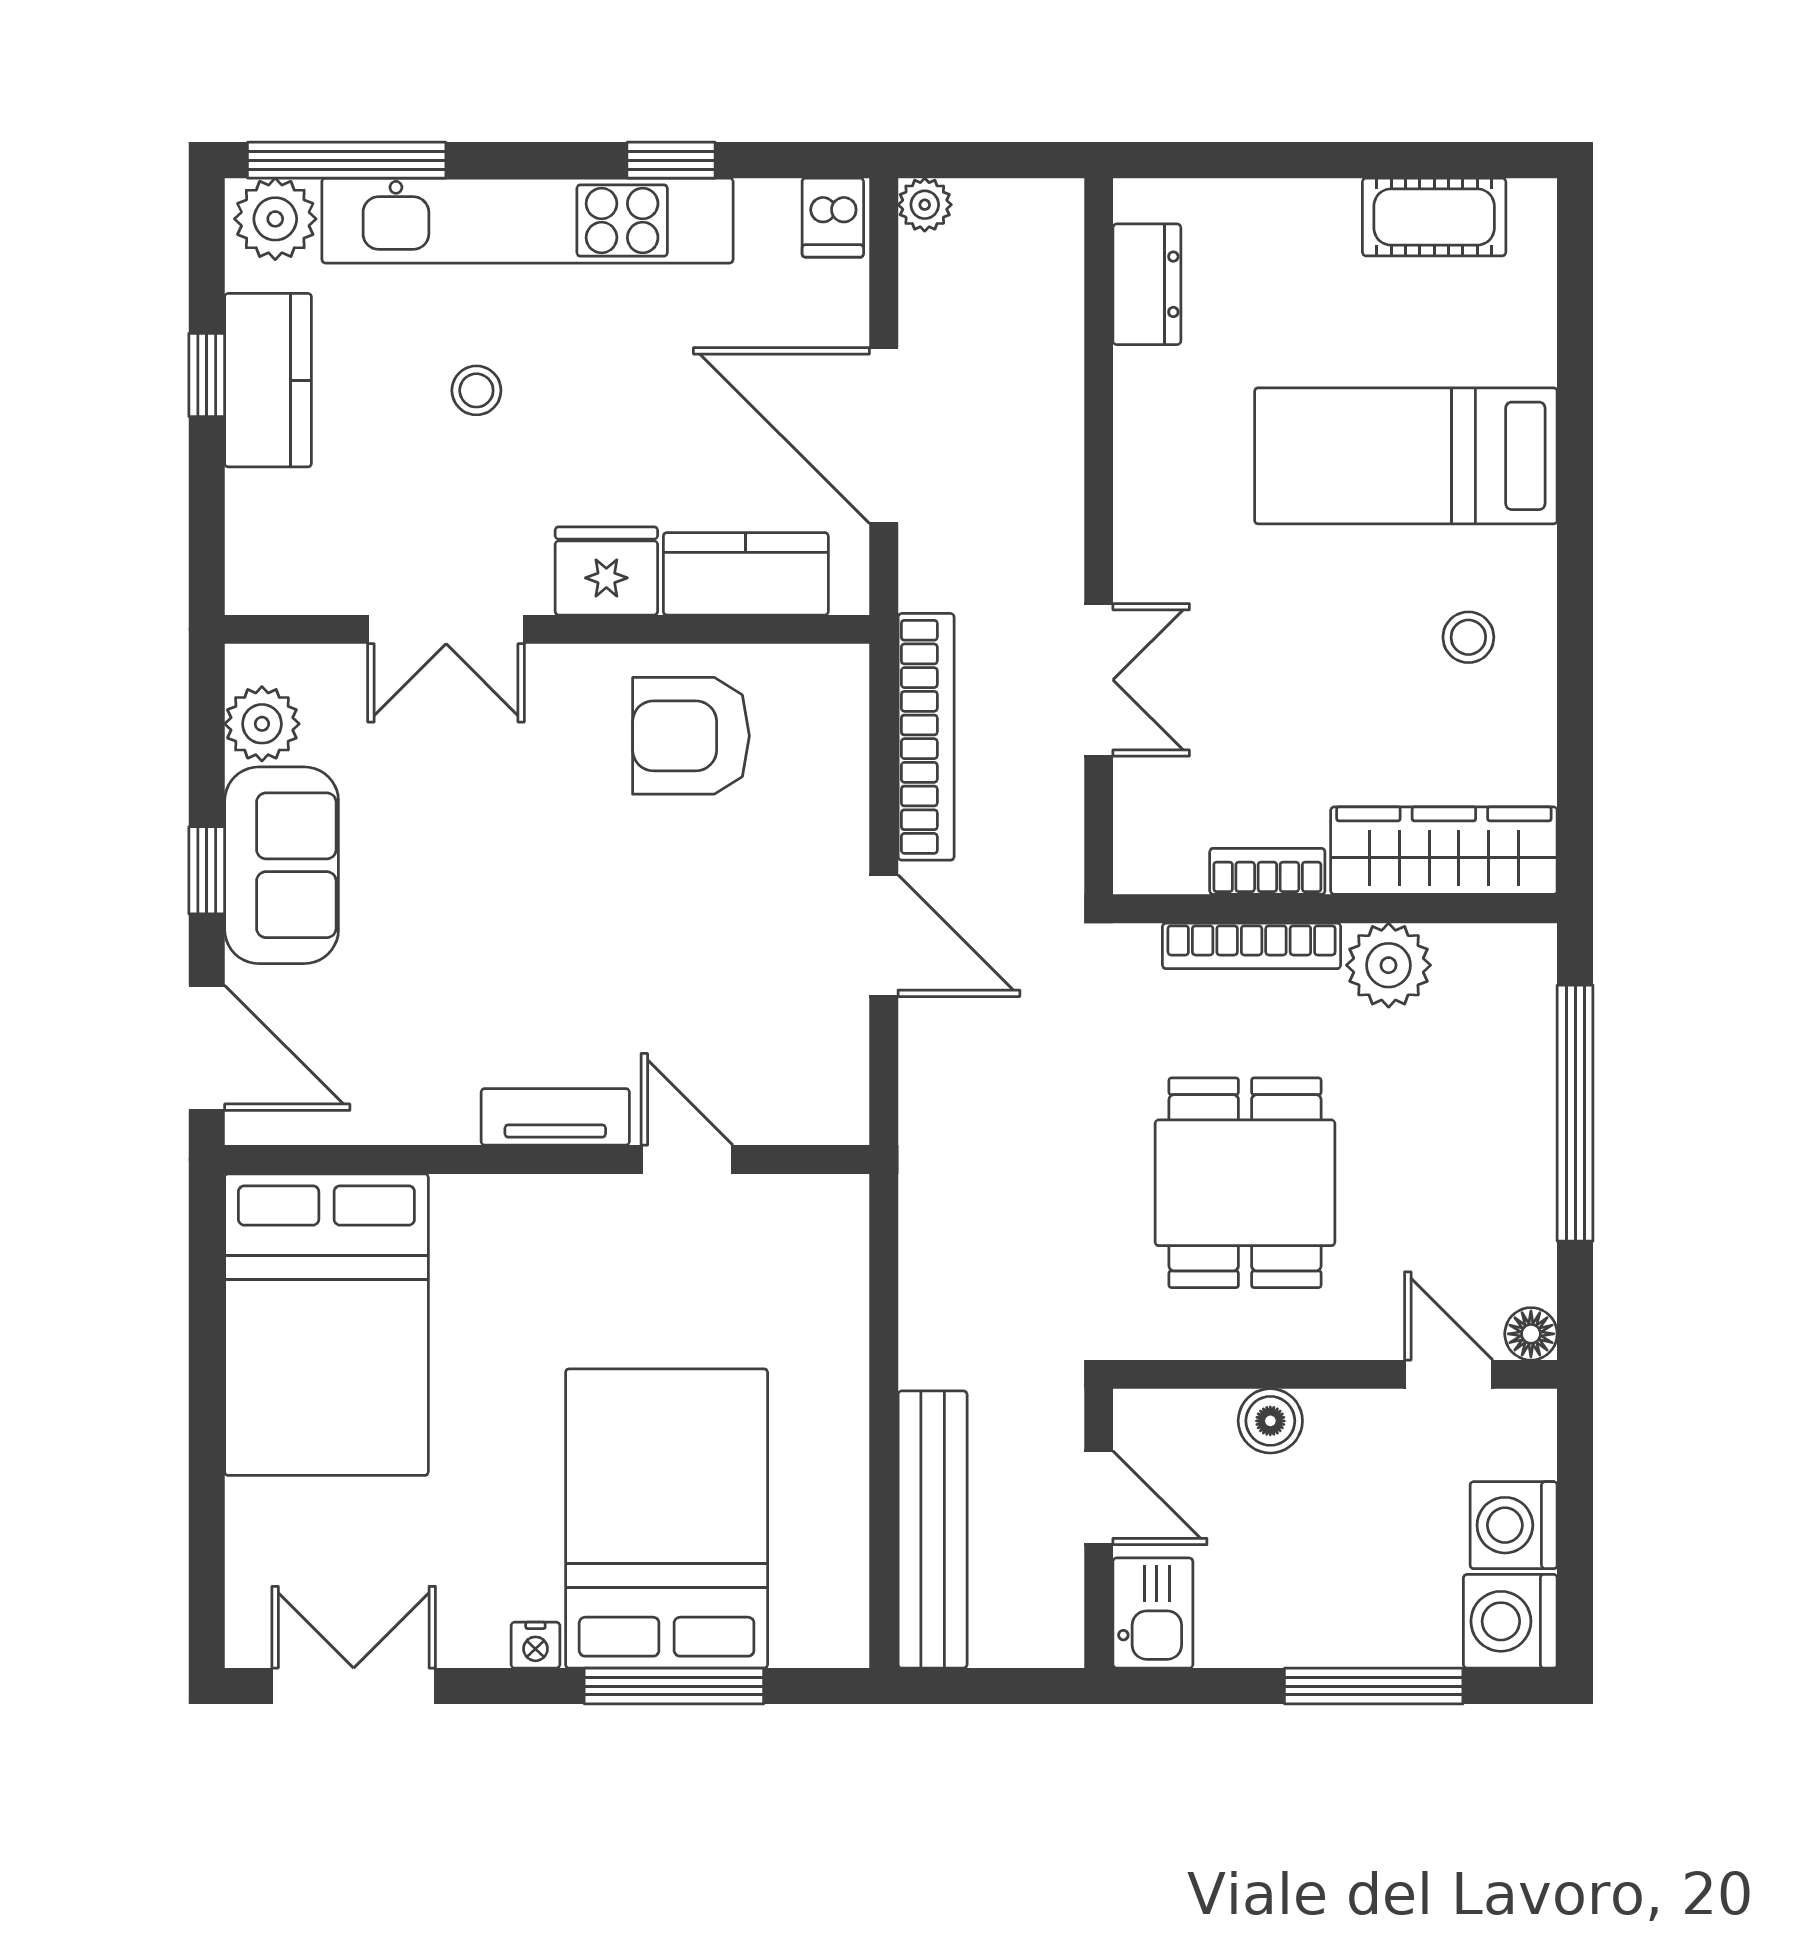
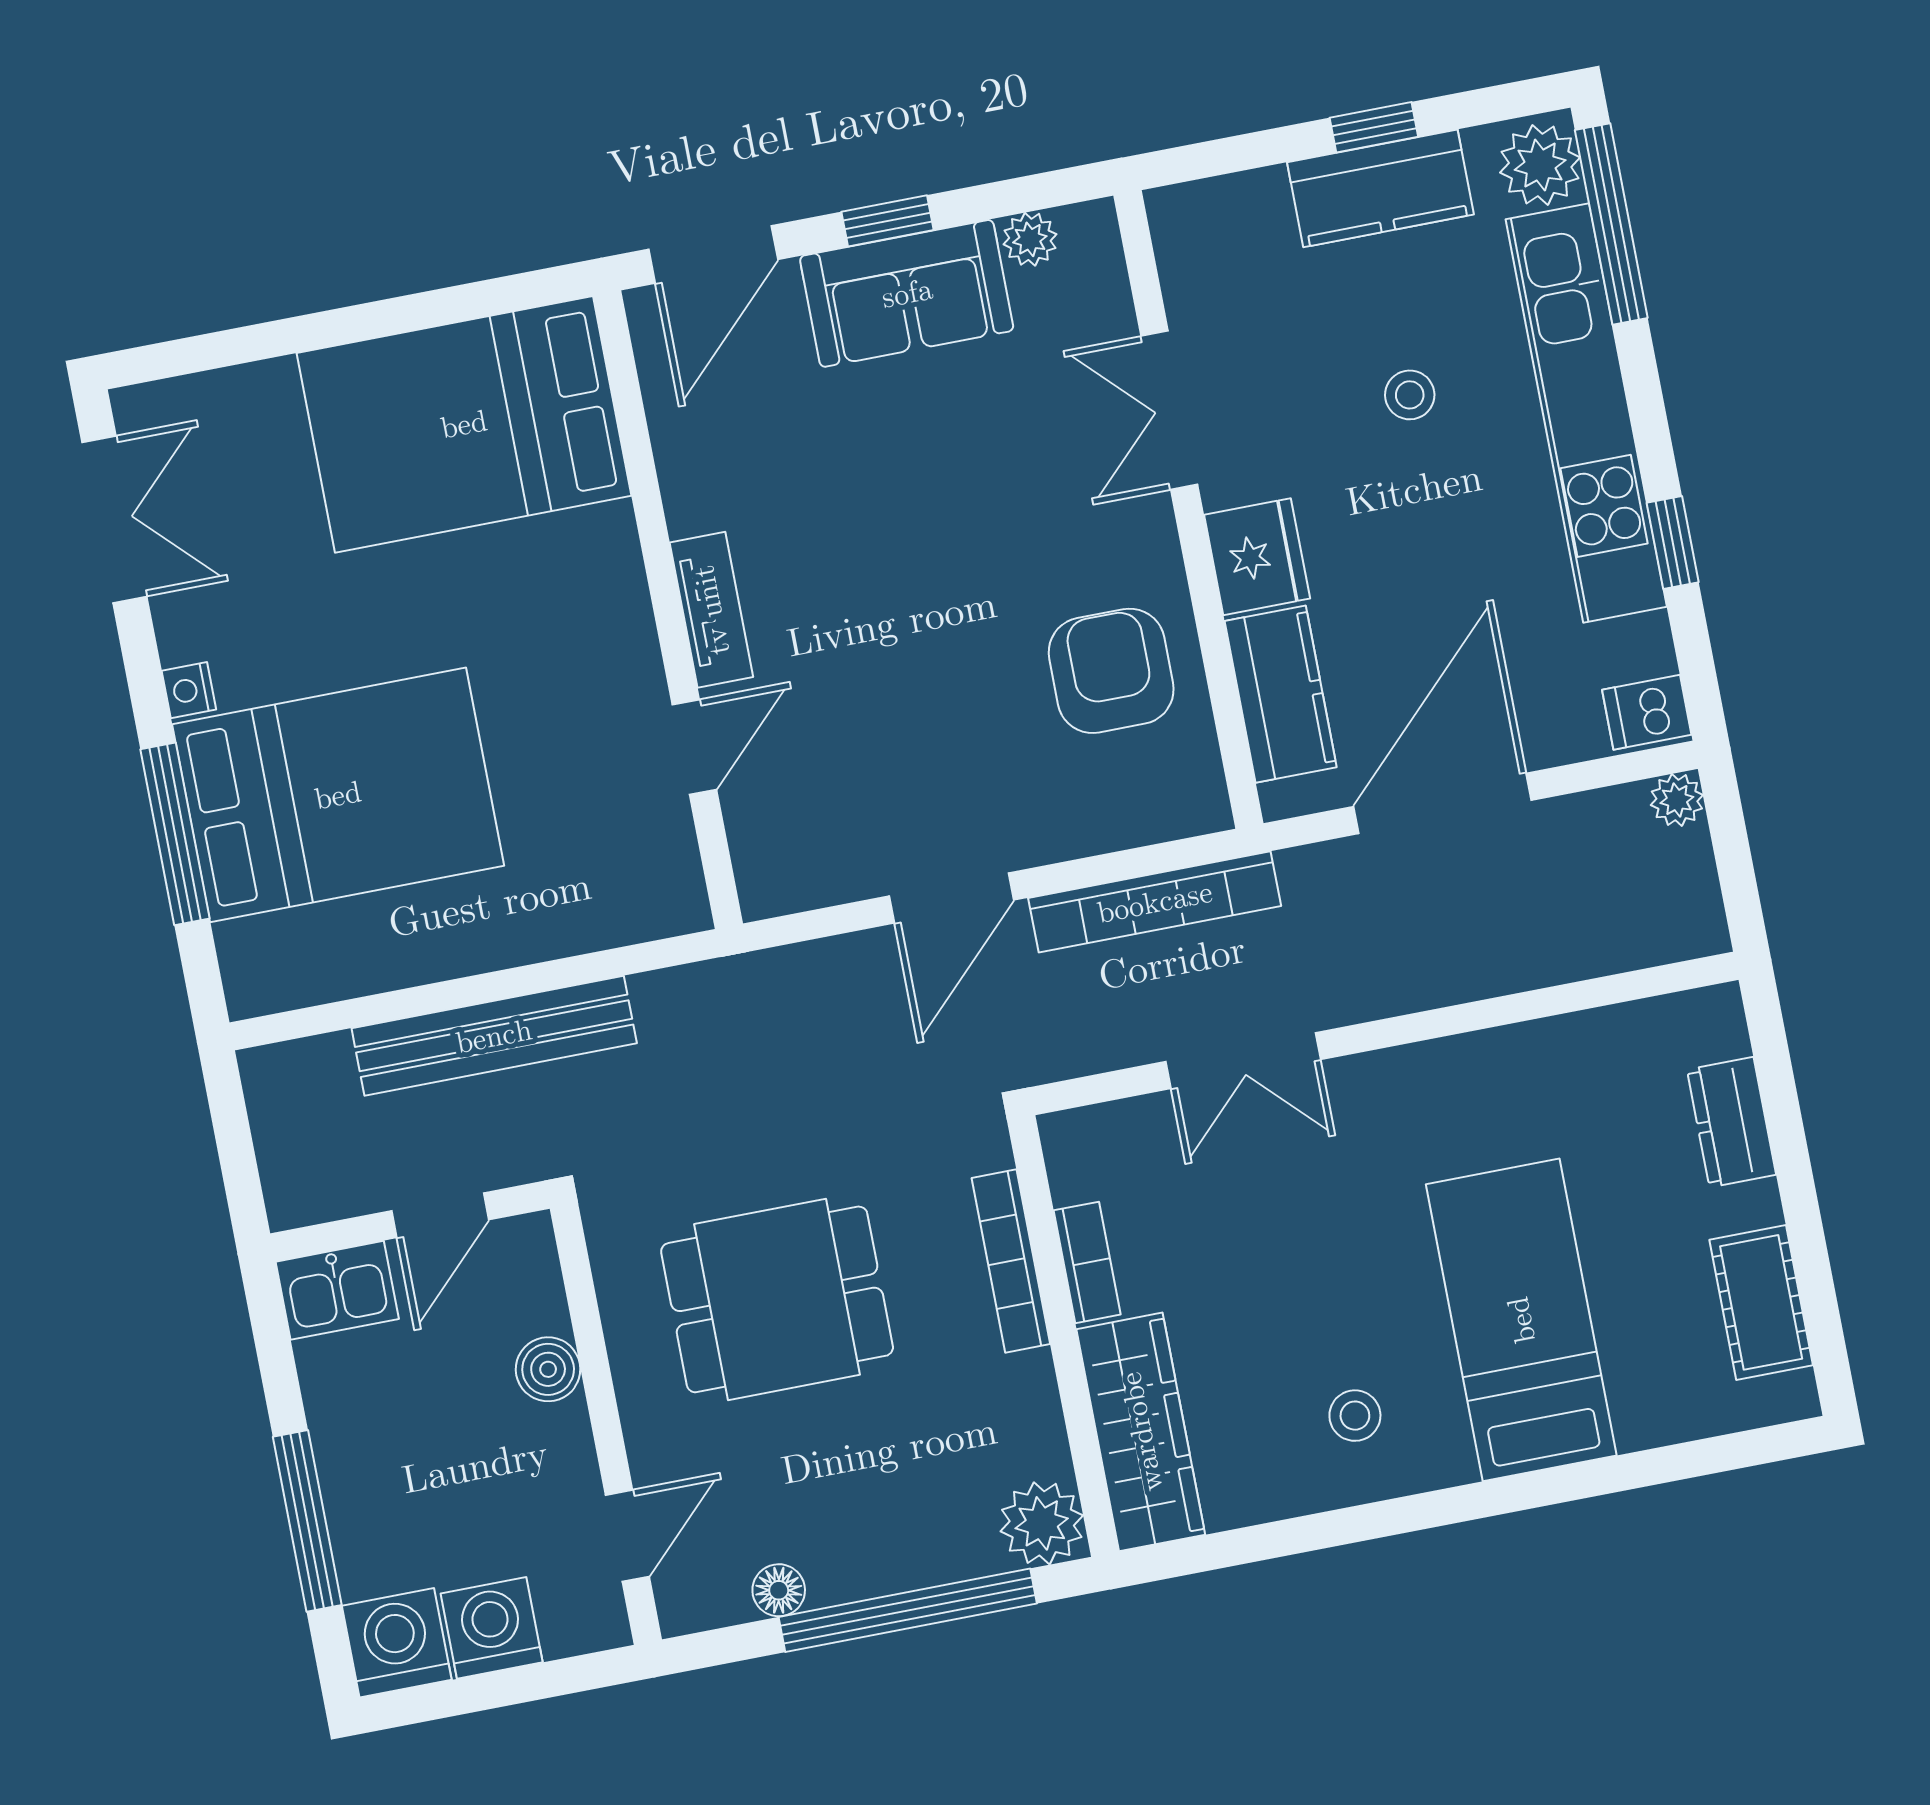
dresser: (1147, 284) -> (1731, 1122), moved, turned 90
plant: (262, 724) -> (1030, 239), width x0.73, depth x0.73
plant: (1389, 965) -> (1042, 1523), moved
floor lamp: (1531, 1334) -> (779, 1590), moved
bench: (933, 1530) -> (494, 1036), moved

